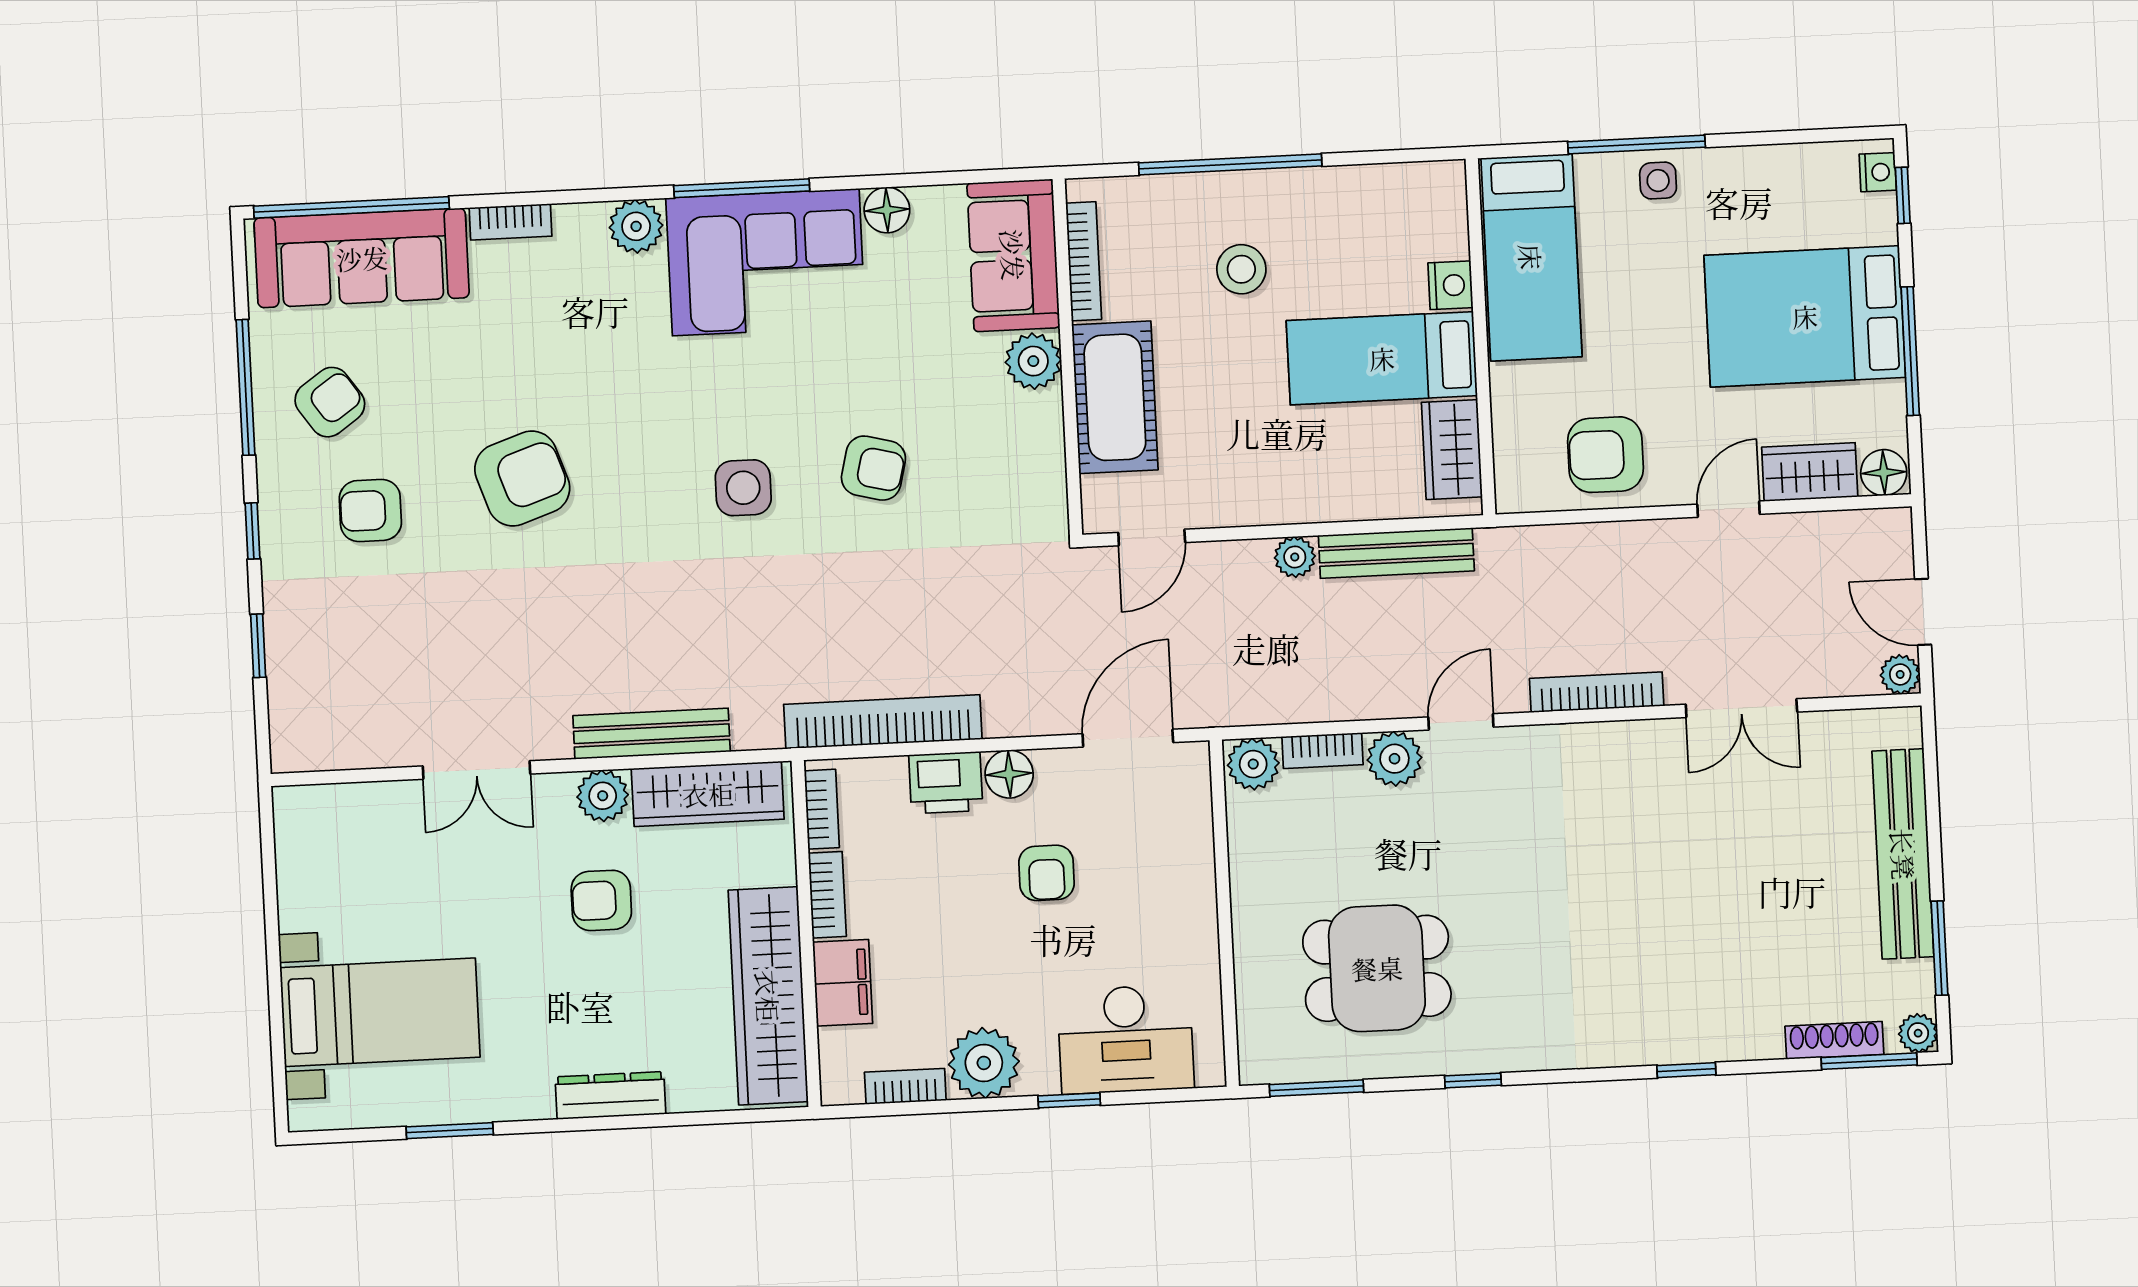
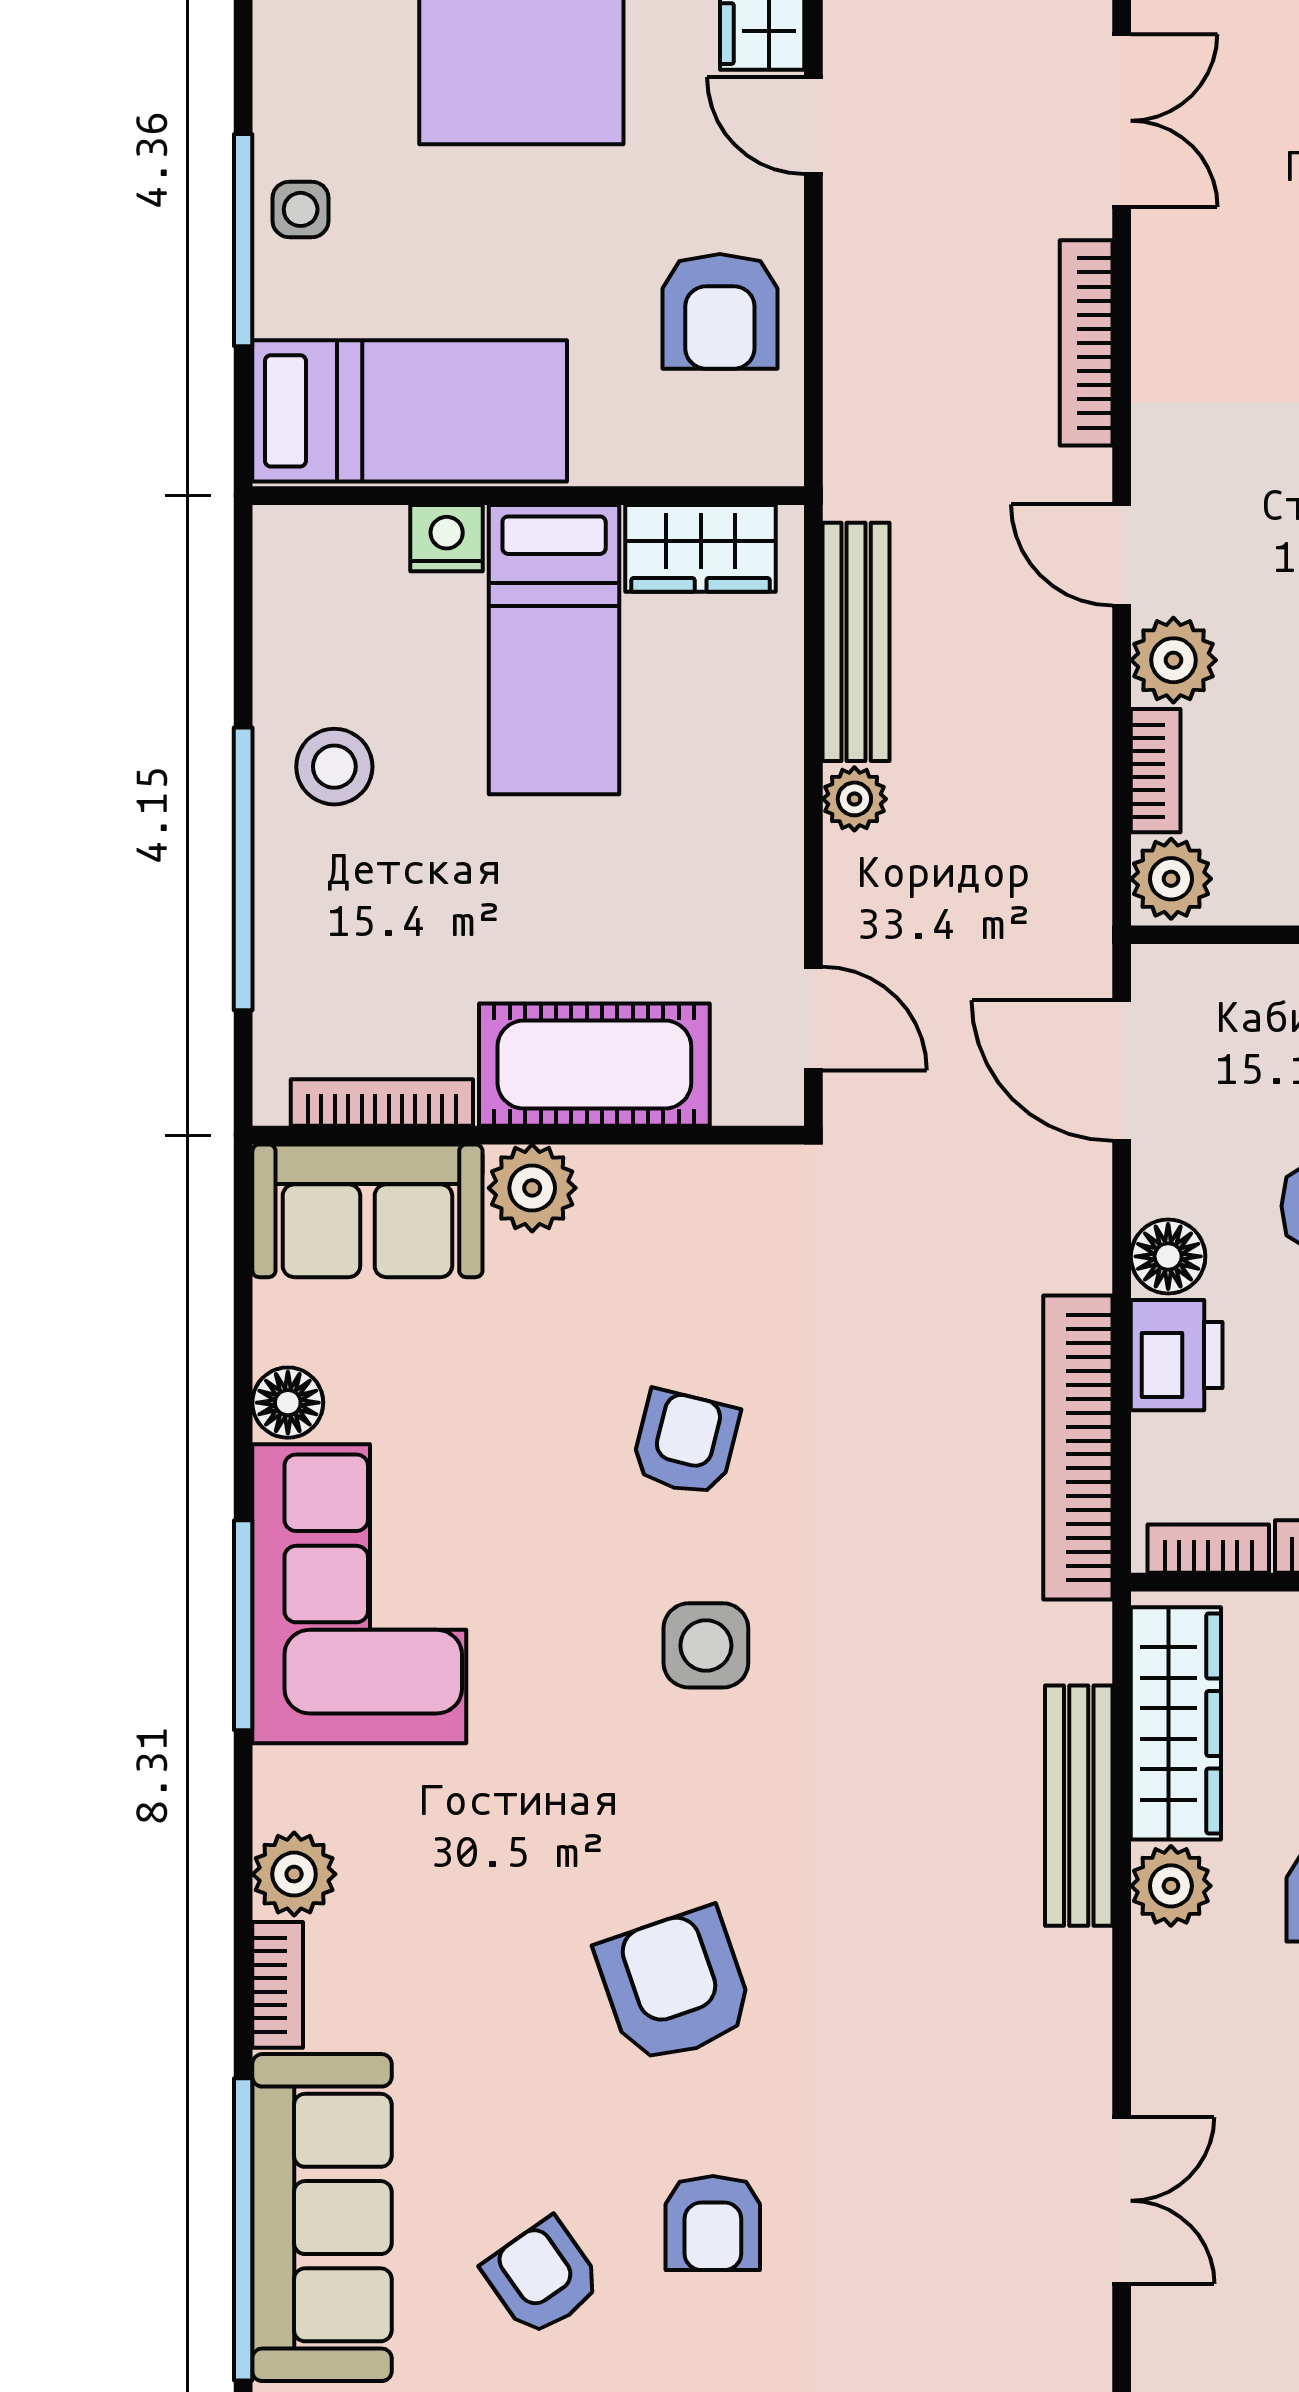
plant: (636, 226) -> (294, 1874), moved
stool: (1241, 269) -> (334, 767), moved
double door: (477, 770) -> (1122, 2201), moved

